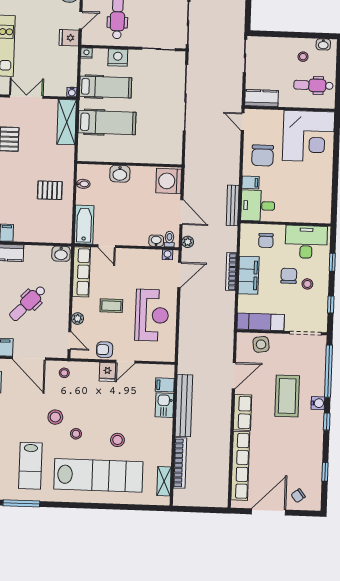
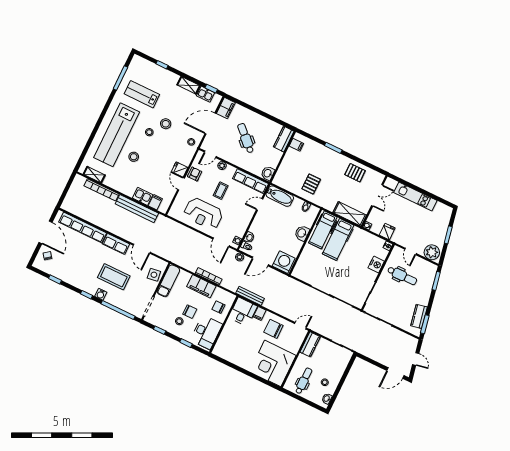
fridge: (69, 38) -> (387, 232), moved
hospital bed: (105, 87) -> (323, 230), moved

